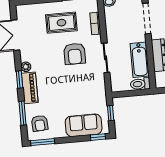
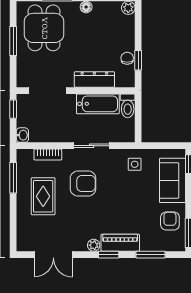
side table: (94, 94) -> (135, 164), added
window: (111, 113) -> (160, 146), removed
armchair: (40, 123) -> (170, 221), moved, turned -86

